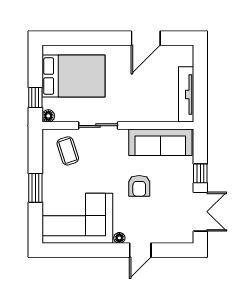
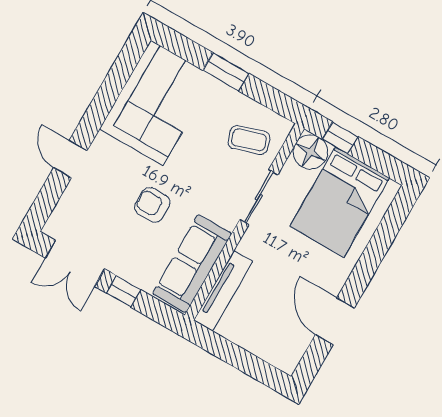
tv unit: (186, 94) -> (223, 291), moved, turned 90
floor lamp: (48, 116) -> (310, 152), width x1.89, depth x1.89
floor lamp: (119, 238) -> (101, 142), removed

